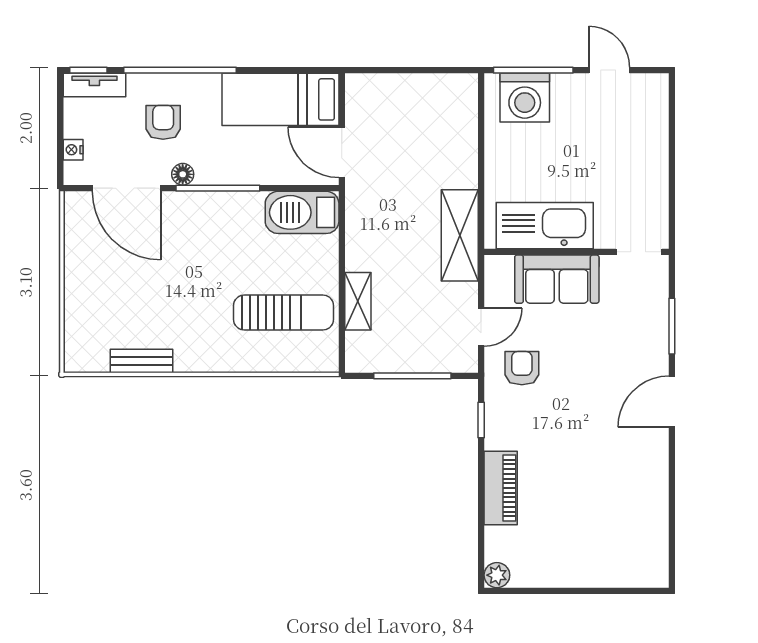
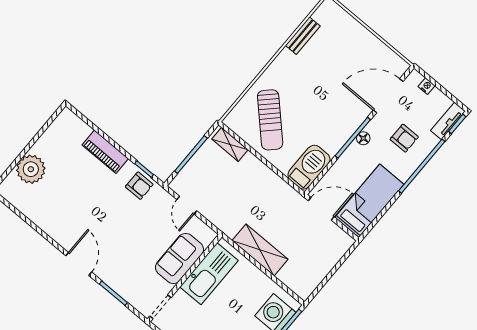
floor lamp: (183, 174) -> (363, 138), moved
shelving: (460, 235) -> (260, 250), moved
shelving: (358, 301) -> (230, 144), moved
sun lounger: (284, 313) -> (270, 120), turned -45
armchair: (522, 368) -> (139, 186), moved
plant: (497, 575) -> (31, 169), moved, width x1.87, depth x1.87

